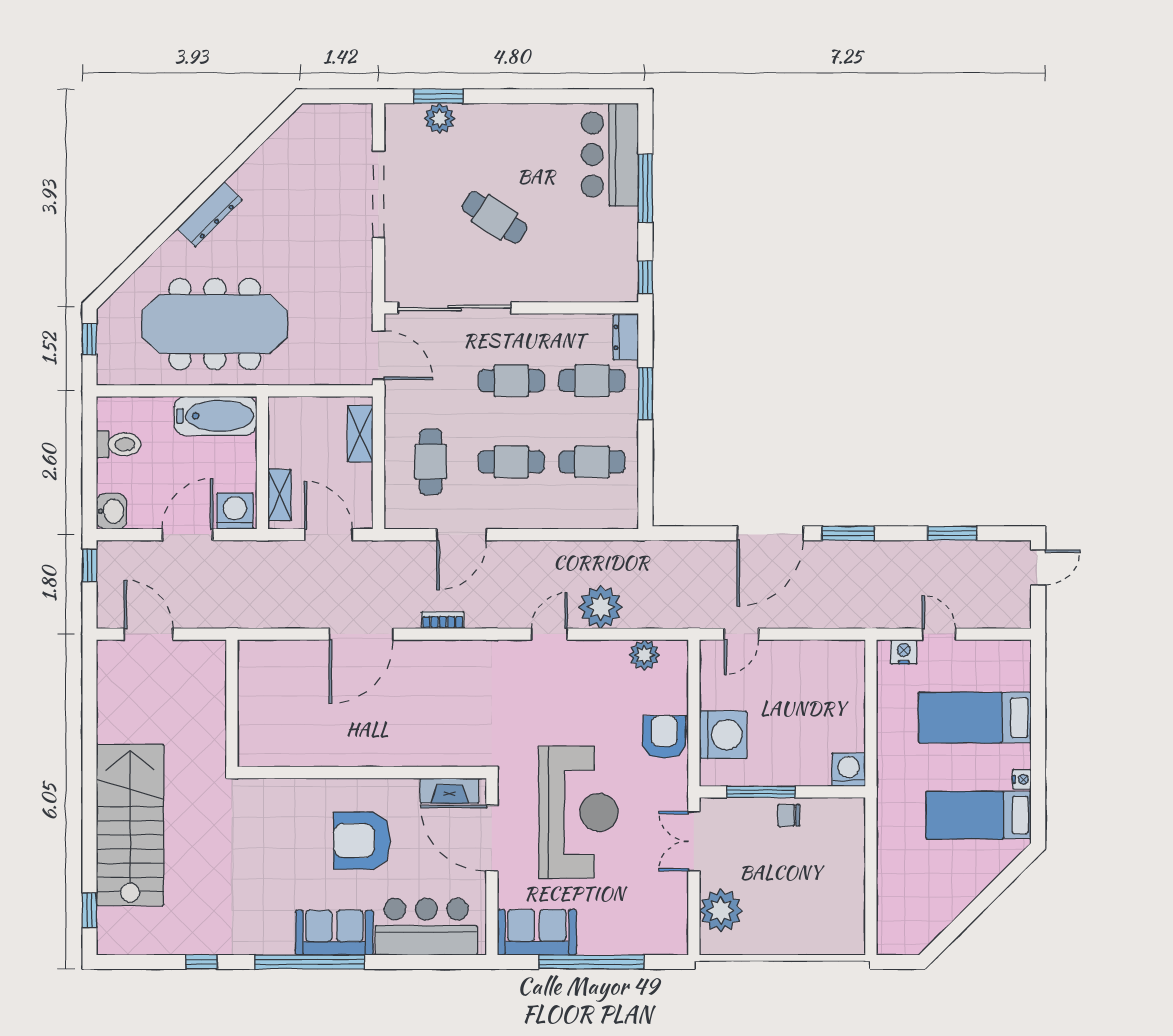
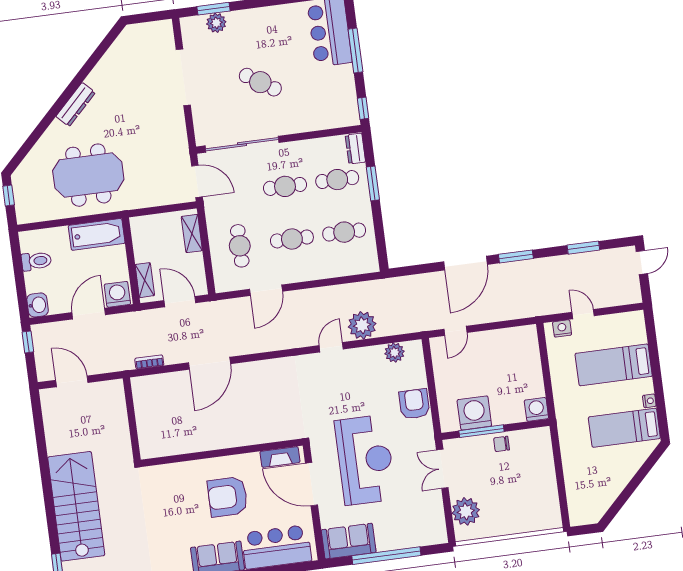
meeting table: (215, 324) -> (88, 175), width x0.73
bookcase: (443, 620) -> (149, 362), moved
washing machine: (723, 735) -> (474, 413), moved, turned -90

